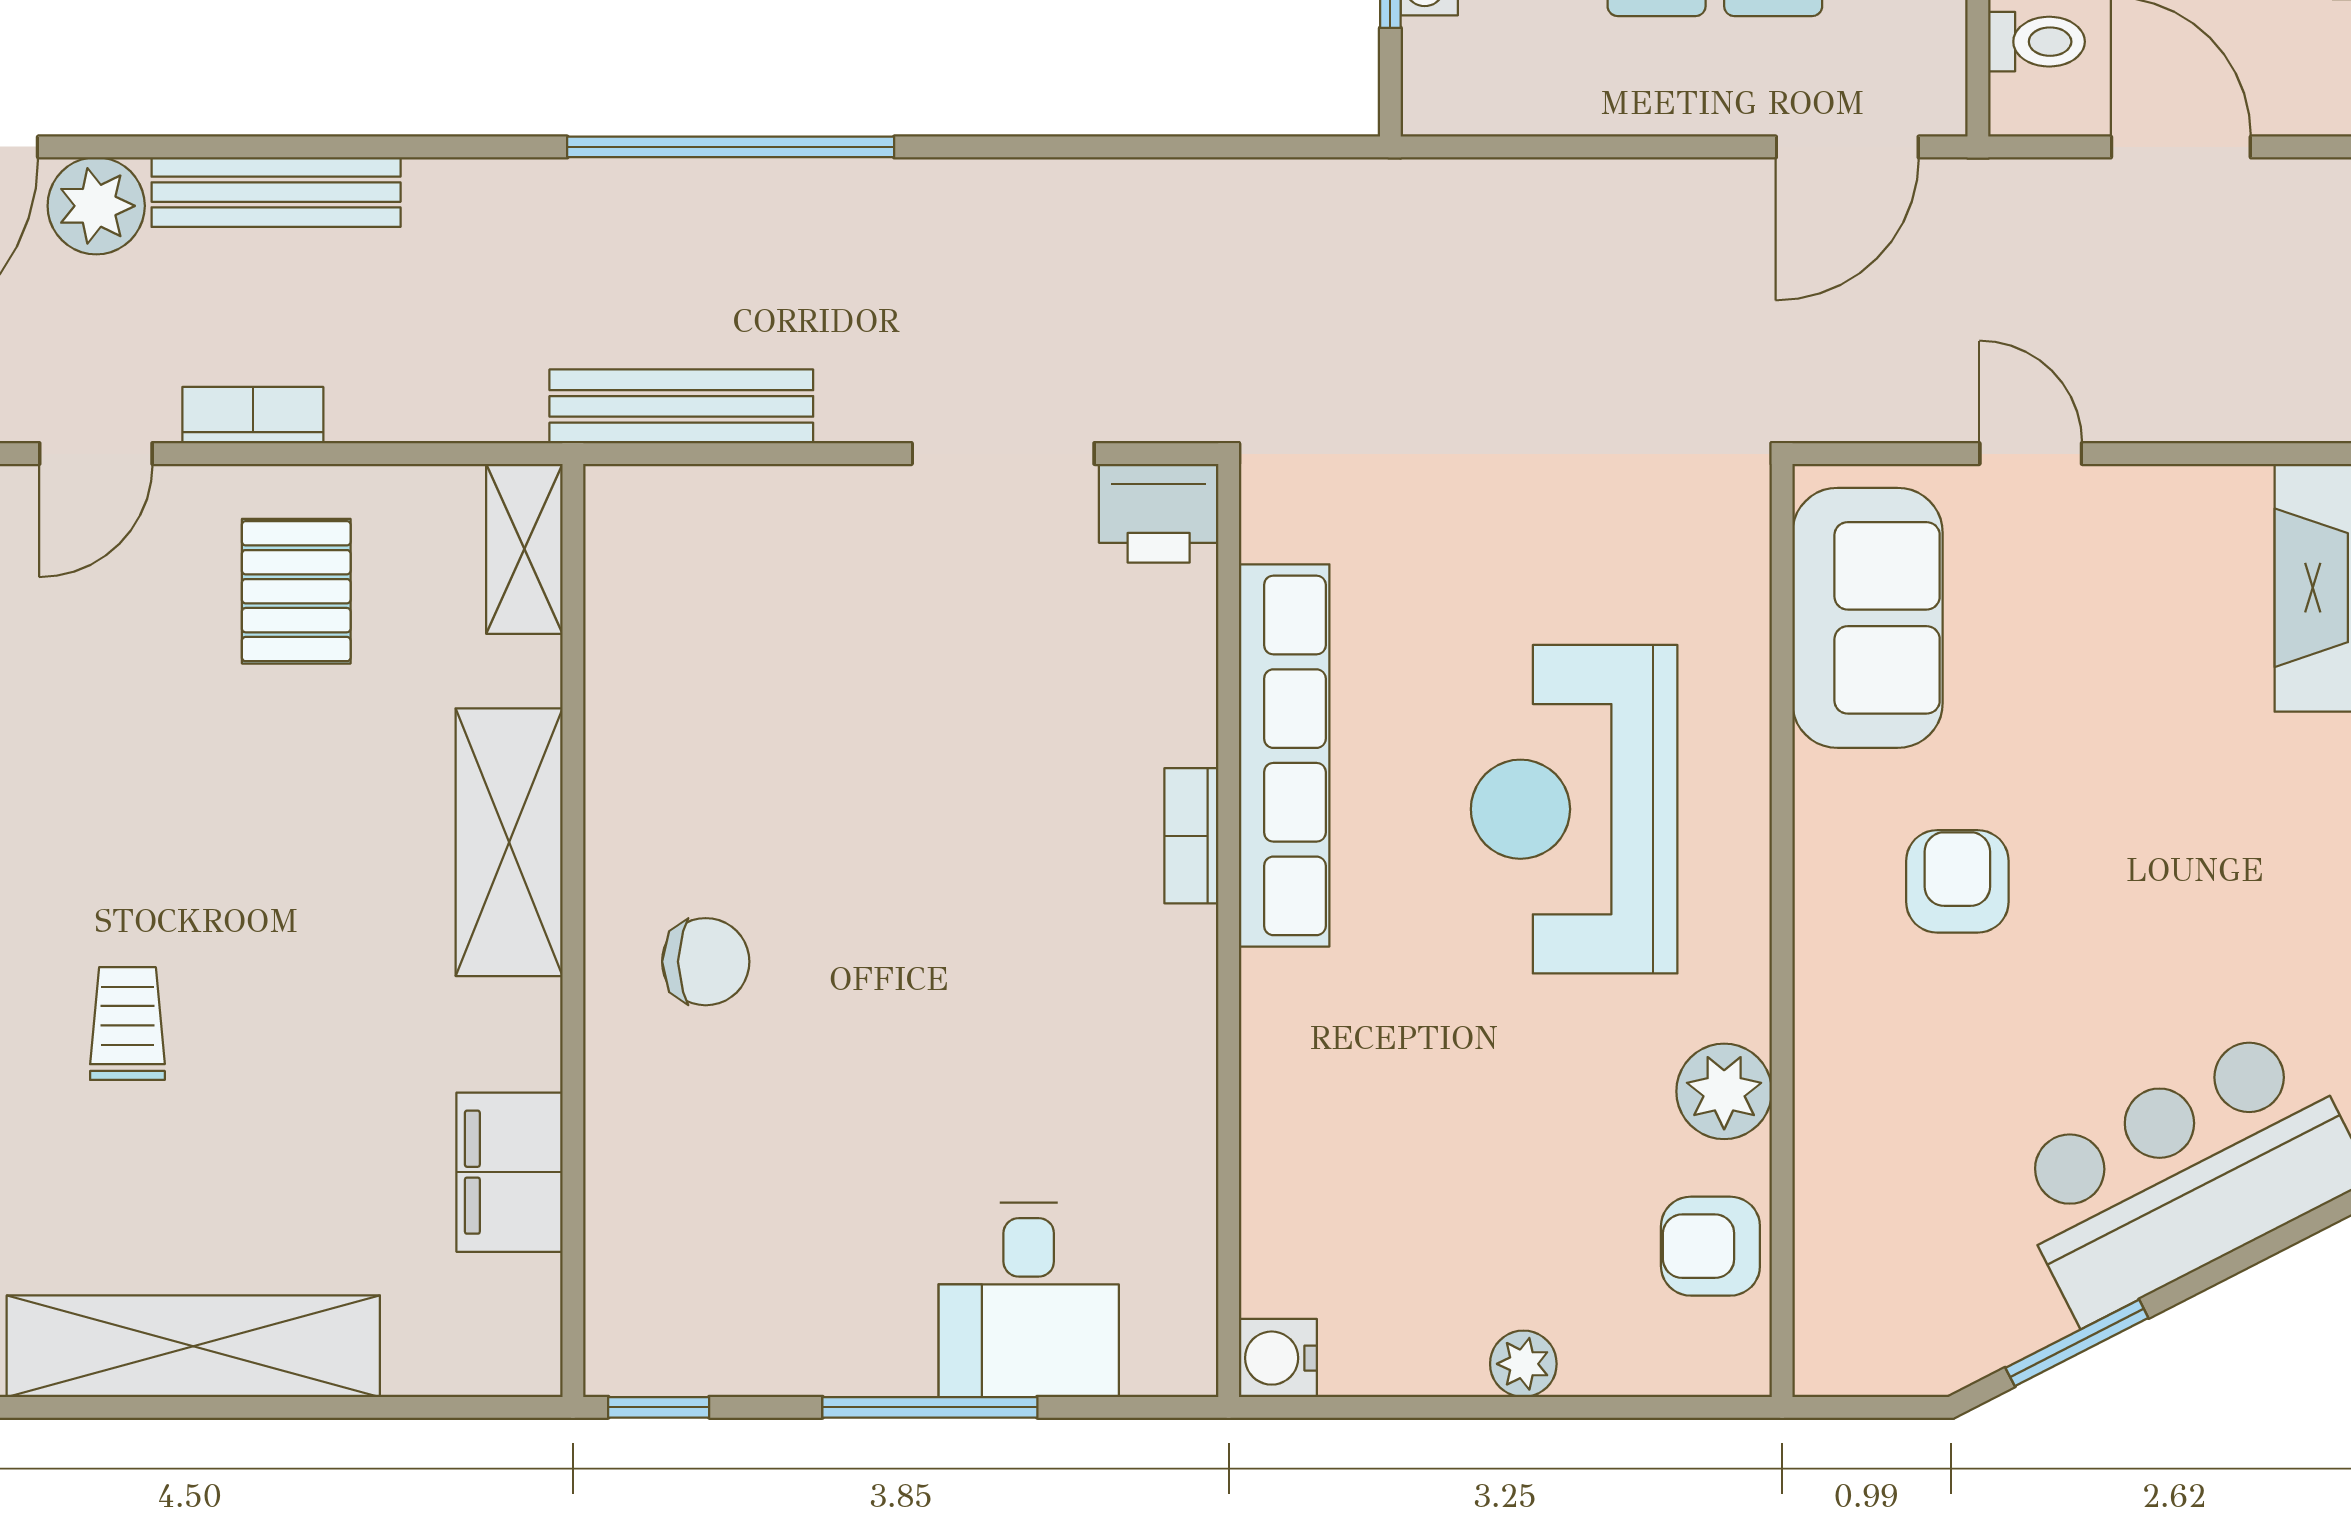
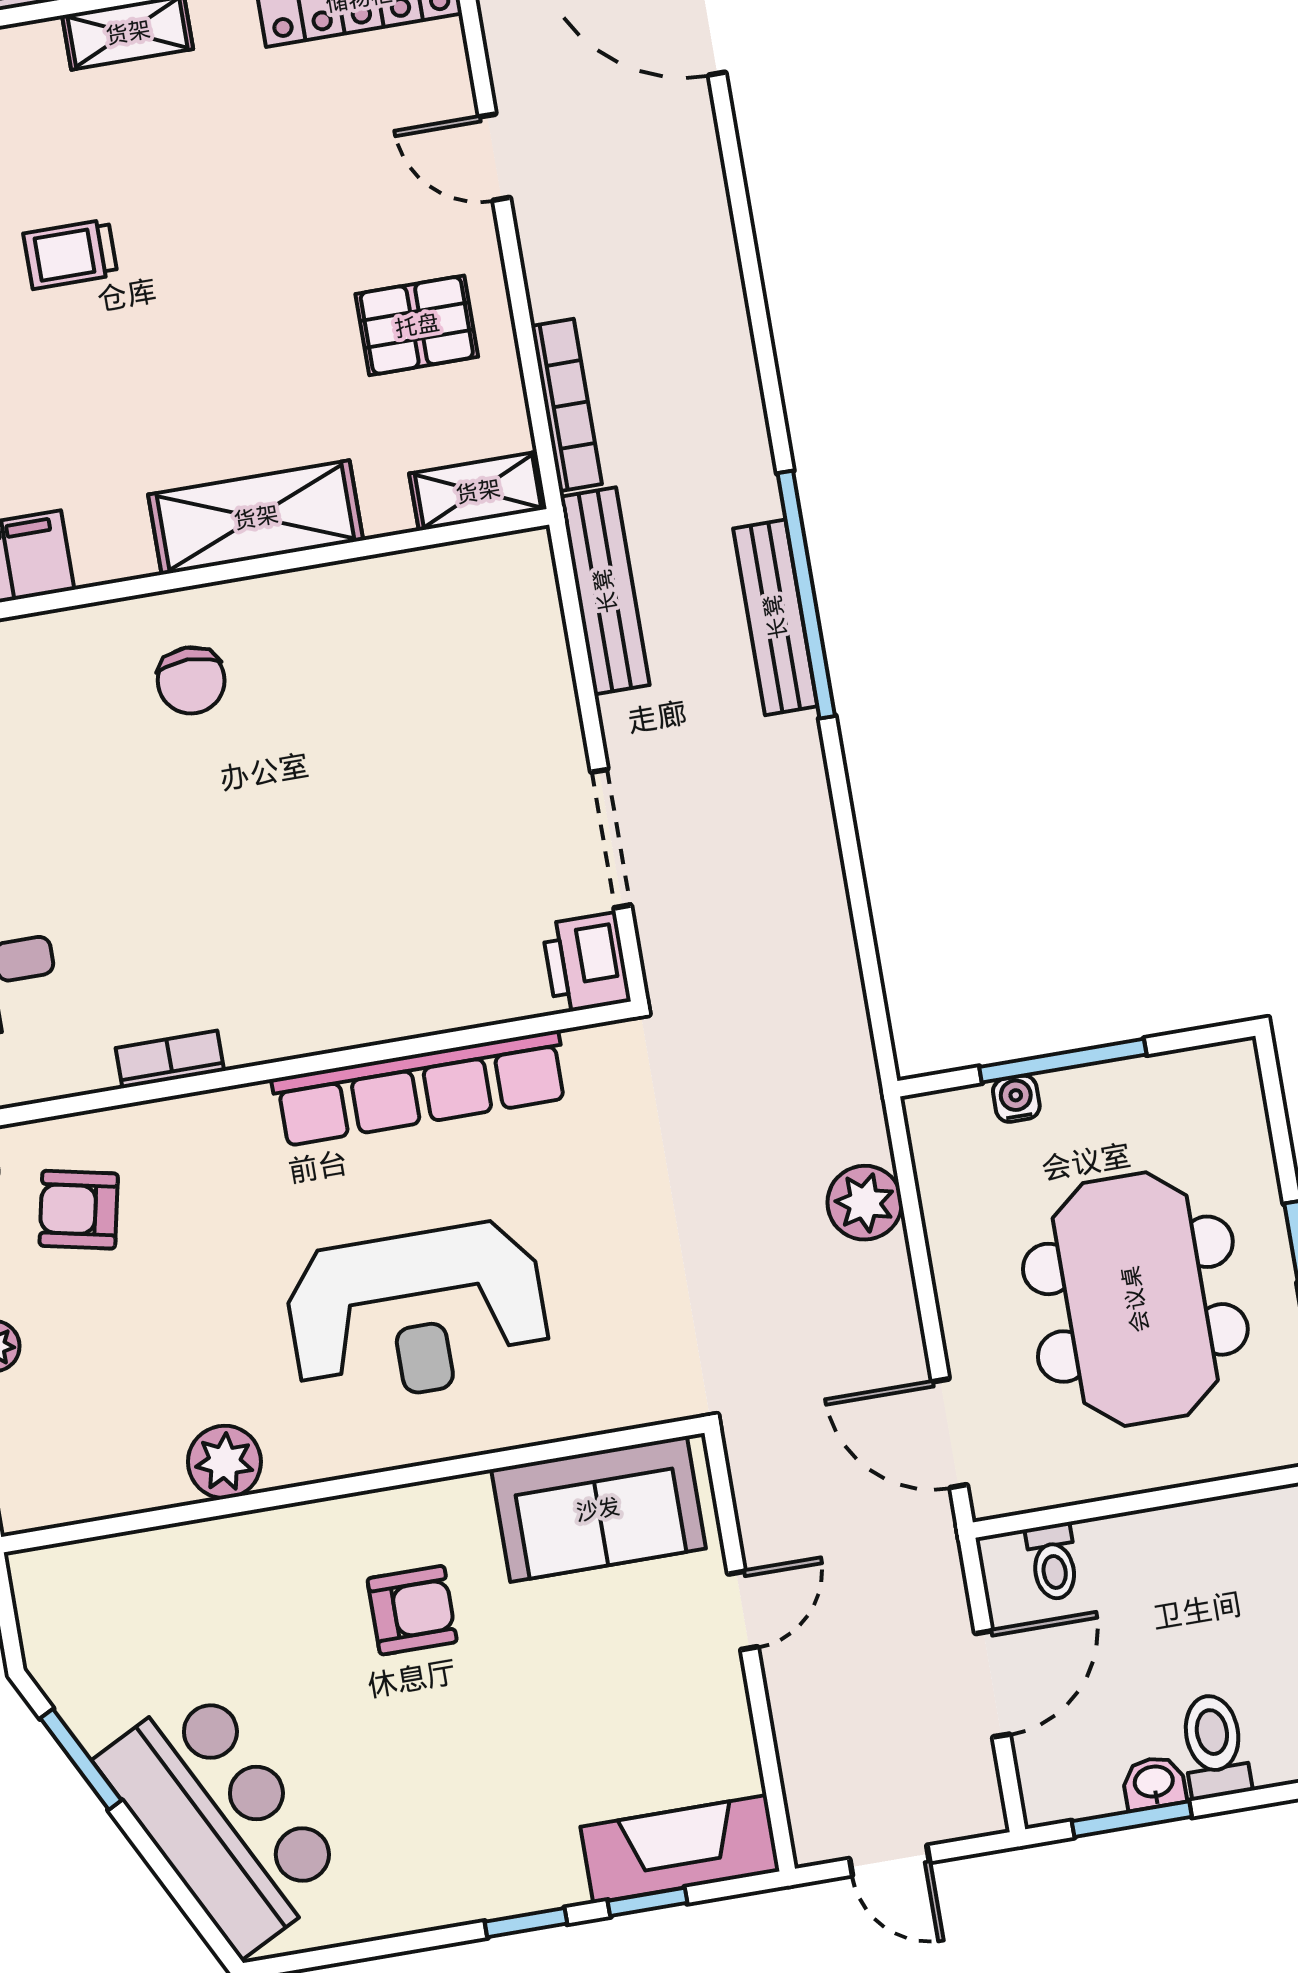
bench: (276, 192) -> (775, 617), moved
plant: (96, 206) -> (865, 1203), moved
bookcase: (253, 415) -> (567, 405), moved, width x1.56
reception desk: (1574, 809) -> (417, 1313), turned 180
bookcase: (1191, 836) -> (170, 1059), moved
trolley: (127, 1024) -> (70, 254), turned 180
armchair: (1710, 1246) -> (79, 1210), moved, turned -78

